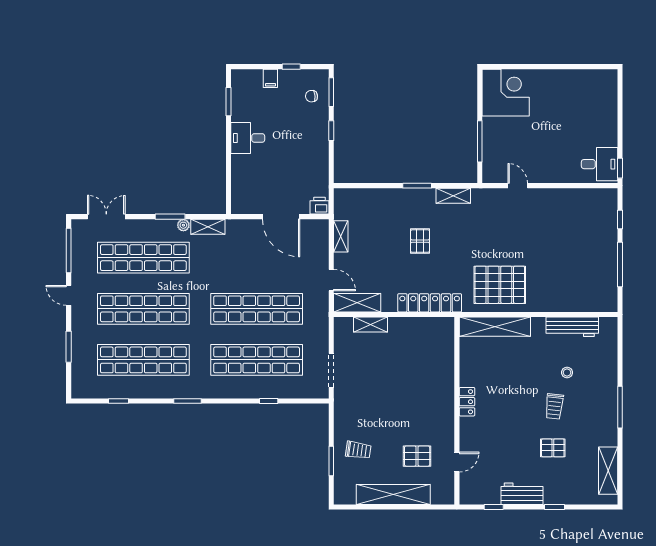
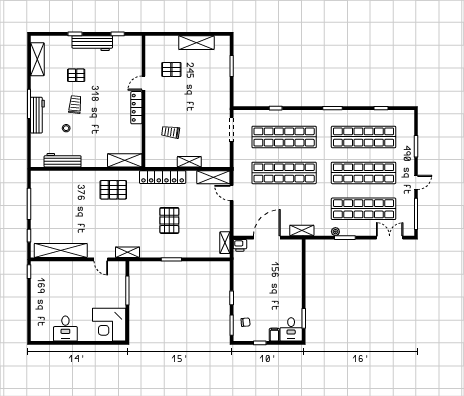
desk: (248, 138) -> (291, 329), moved, turned 90
desk: (599, 164) -> (65, 329), moved, turned -90
shelving: (453, 196) -> (128, 252), moved
shelving: (575, 198) -> (61, 250), added
double door: (106, 217) -> (390, 238), swing flipped
door: (281, 217) -> (267, 238), hinge flipped
shelving: (208, 227) -> (302, 230), moved
shelving: (341, 236) -> (225, 243), moved
pallet: (420, 241) -> (169, 220), width x1.50, depth x1.42
pallet: (500, 285) -> (113, 190), width x0.73, depth x0.71
door: (69, 295) -> (416, 182), hinge flipped
shelving: (370, 325) -> (189, 162), moved
shelving: (495, 327) -> (125, 160), width x0.68
workbench: (608, 391) -> (37, 115), added
locker: (467, 402) -> (136, 108), width x1.53
trolley: (358, 450) -> (171, 132), moved
door: (457, 462) -> (143, 83), moved
shelving: (393, 494) -> (196, 43), width x0.68
workbench: (522, 494) -> (92, 43), width x1.38

